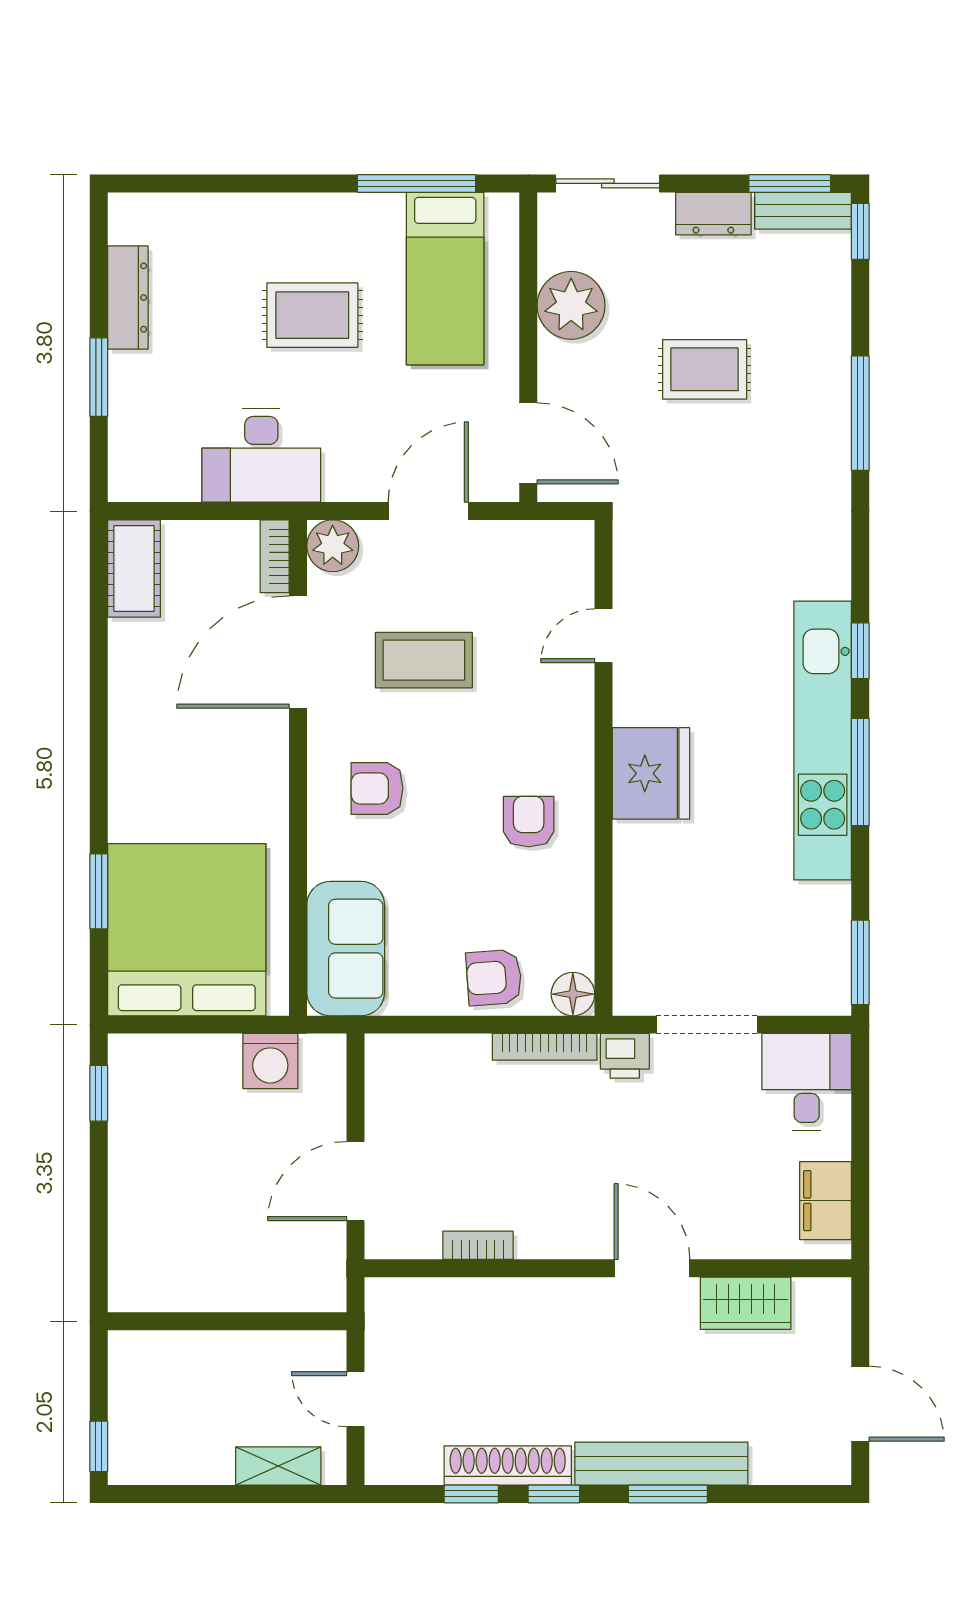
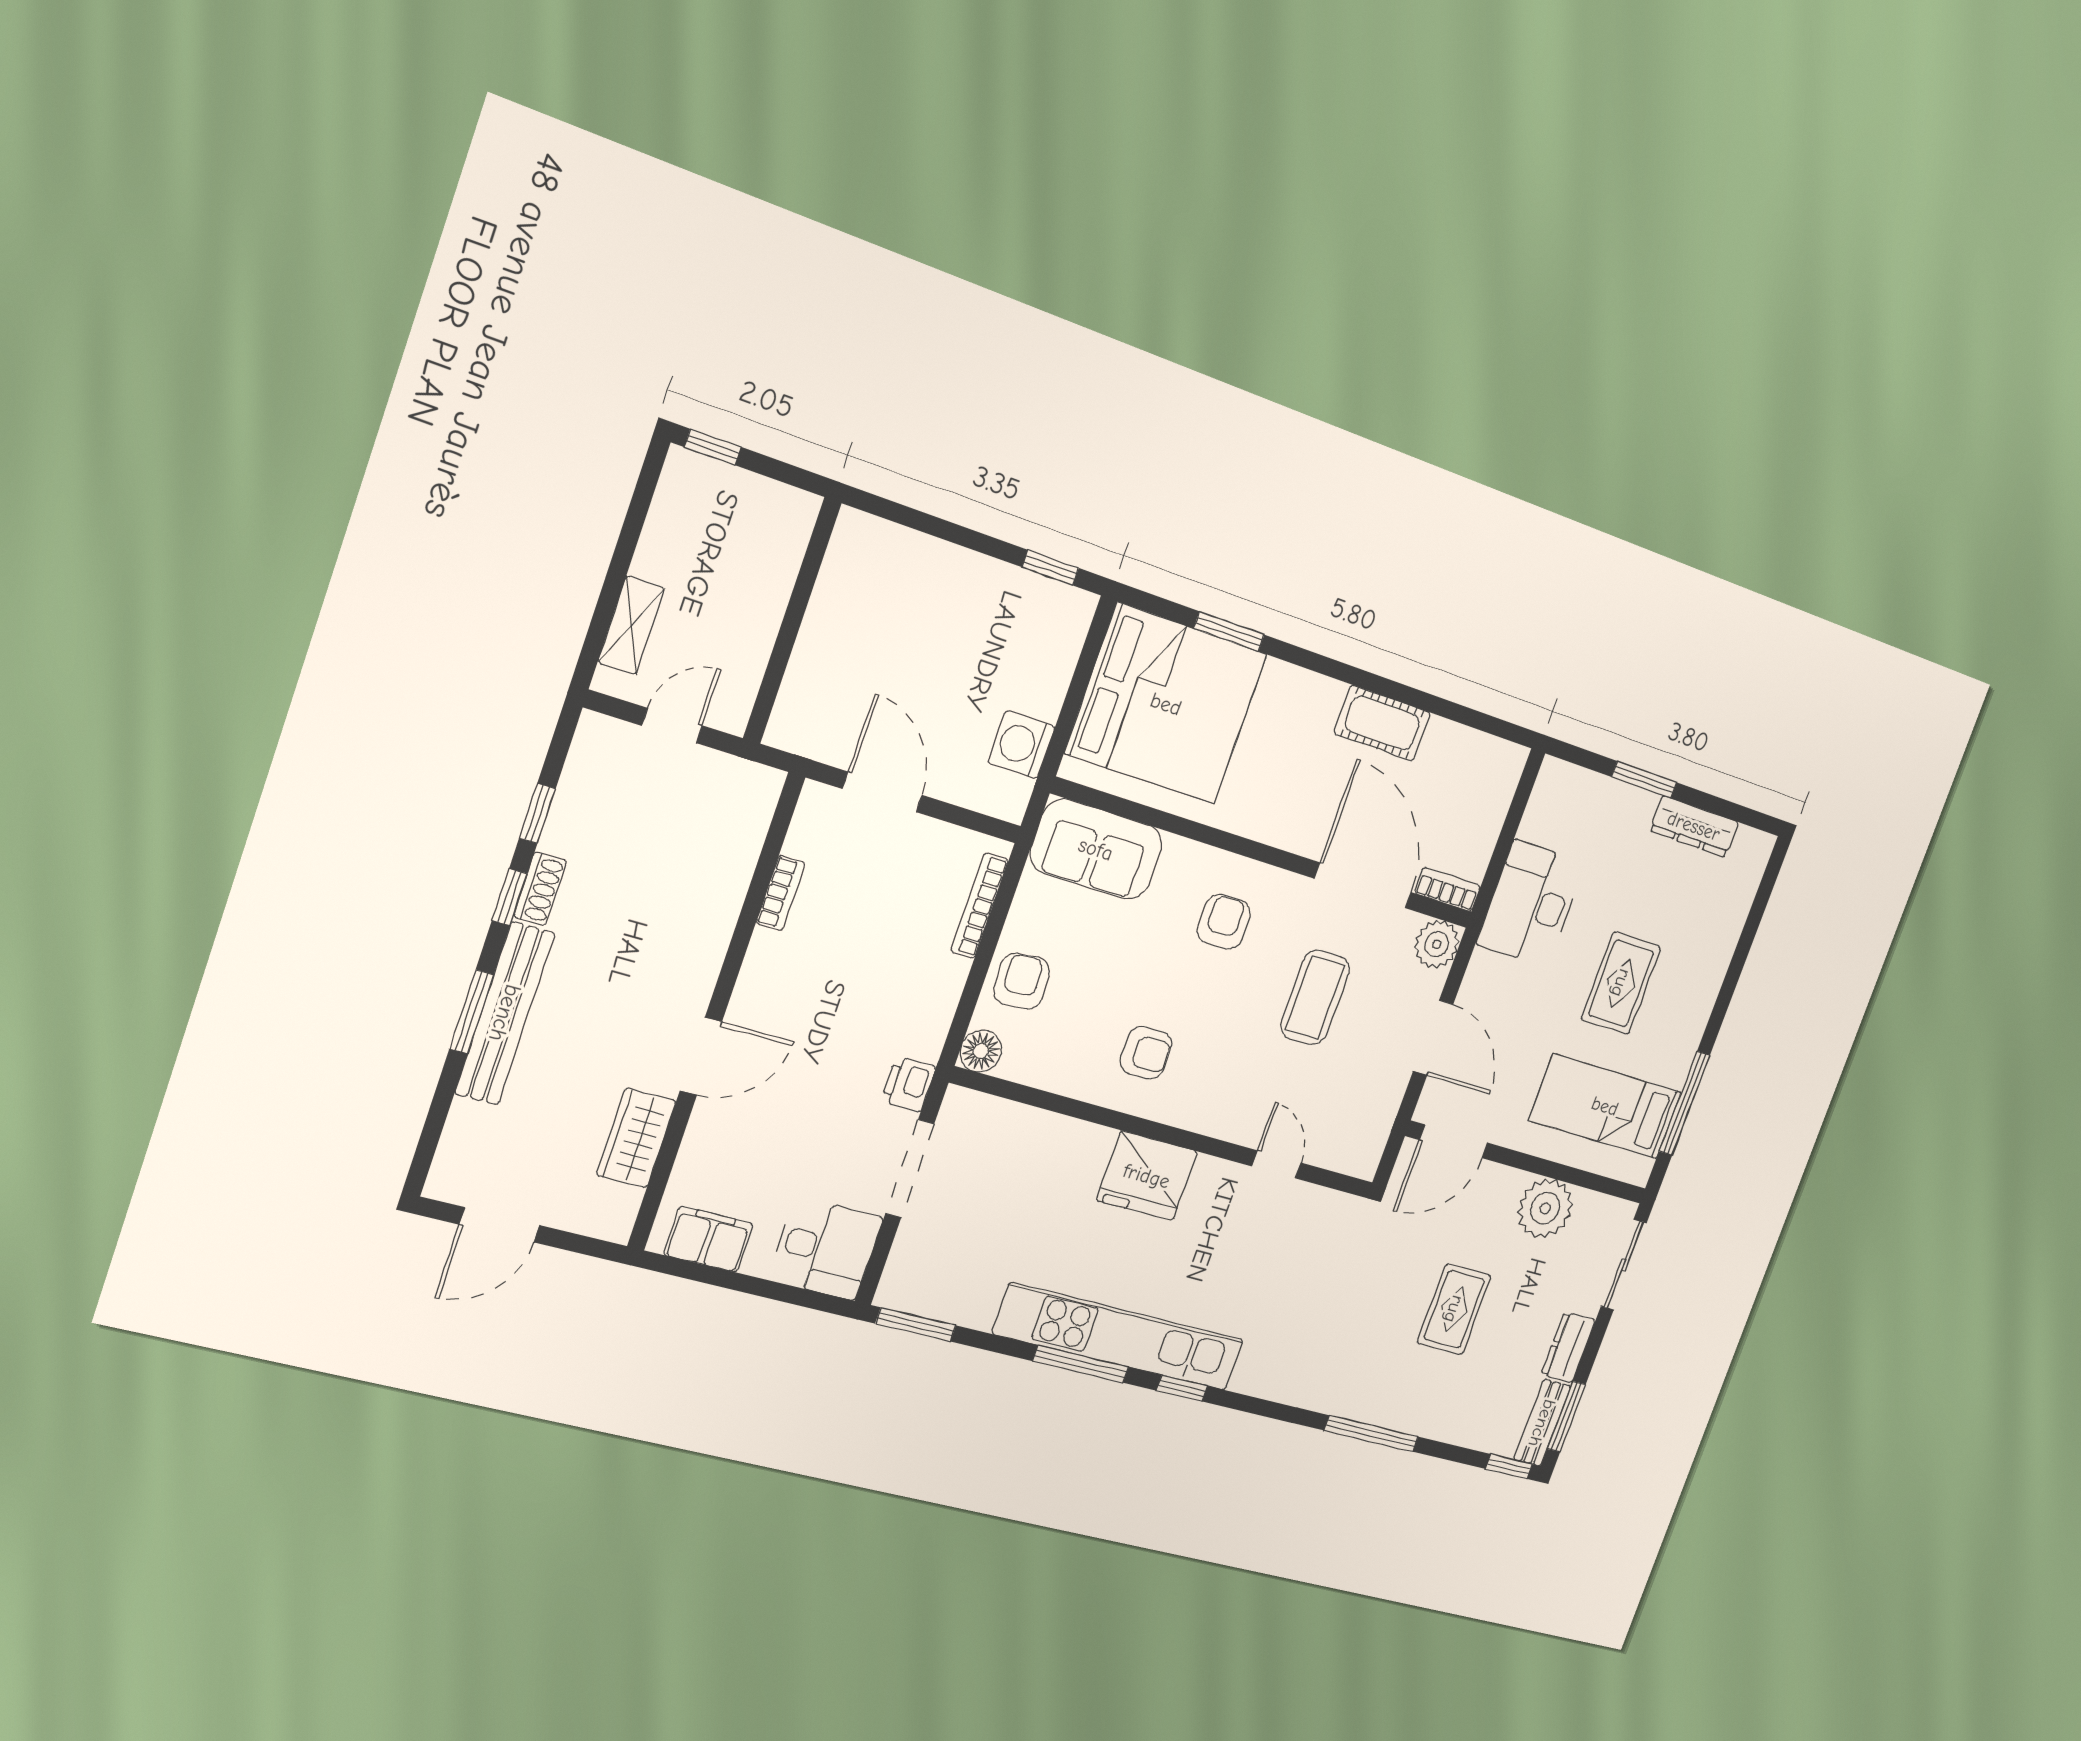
cot: (134, 569) -> (1382, 723), moved
bookcase: (545, 1047) -> (980, 905), moved
shoe rack: (508, 1465) -> (540, 889), width x0.51, depth x0.81

